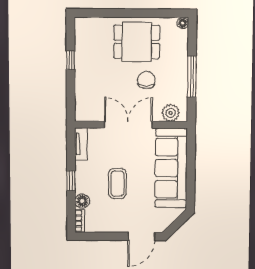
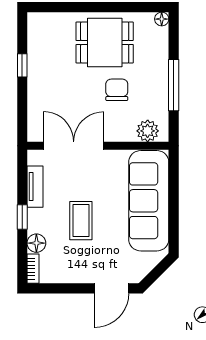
double door: (128, 125) -> (74, 146), moved
tv unit: (81, 144) -> (35, 187), moved

